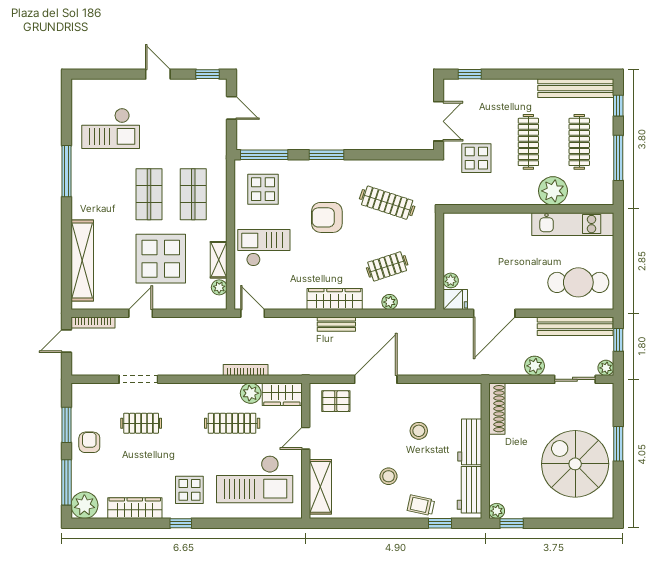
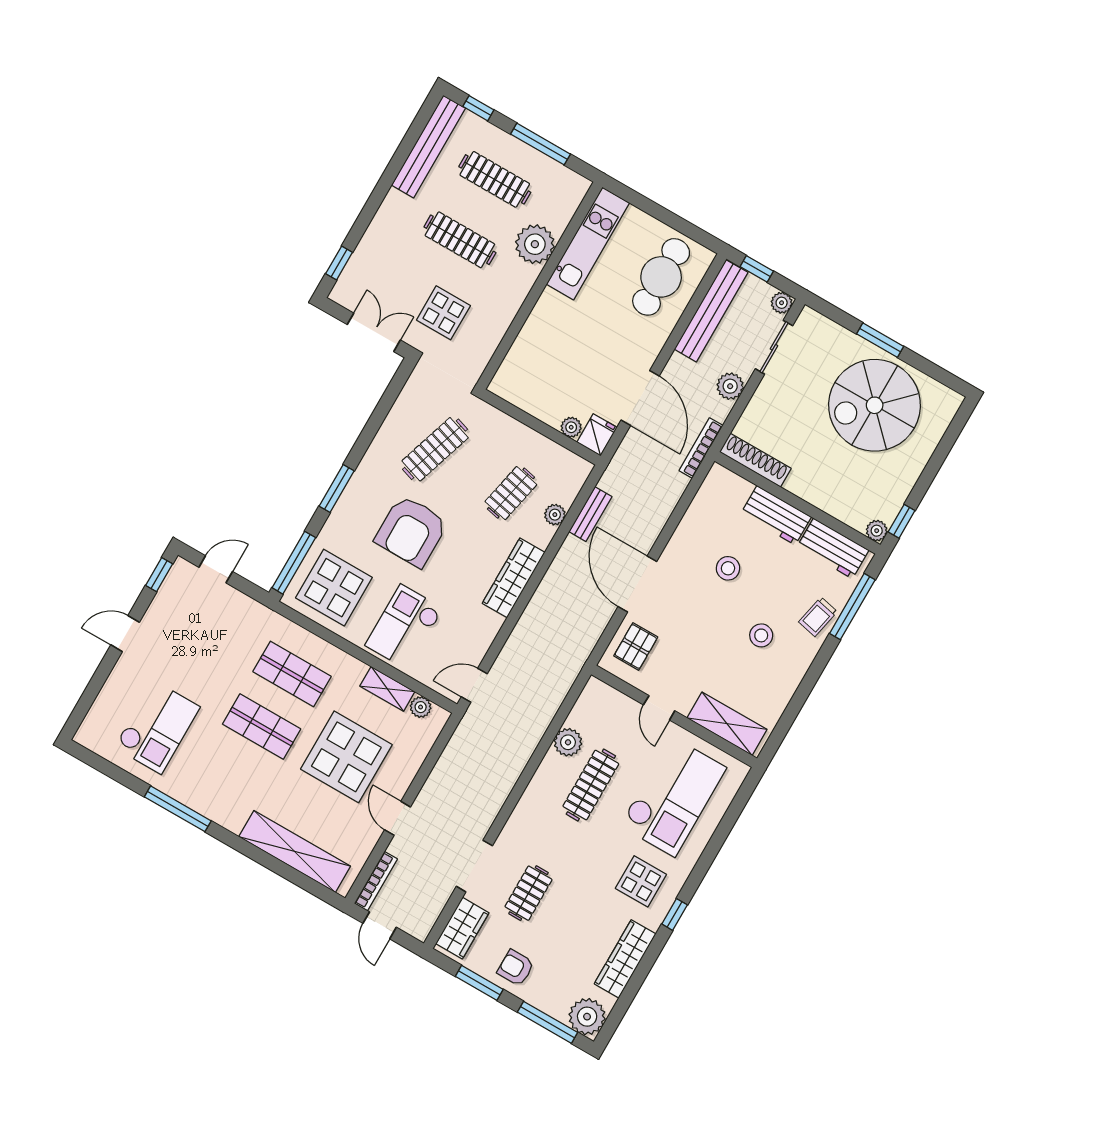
display table: (263, 189) -> (334, 588), width x1.36, depth x1.36
armchair: (327, 217) -> (411, 531), width x1.36, depth x1.36
clothes rail: (387, 266) -> (511, 493), turned 30
bench: (336, 324) -> (590, 514), moved
bookcase: (246, 370) -> (701, 448), moved
wardrobe: (282, 394) -> (462, 928), moved
window: (440, 523) -> (852, 607), width x2.17

